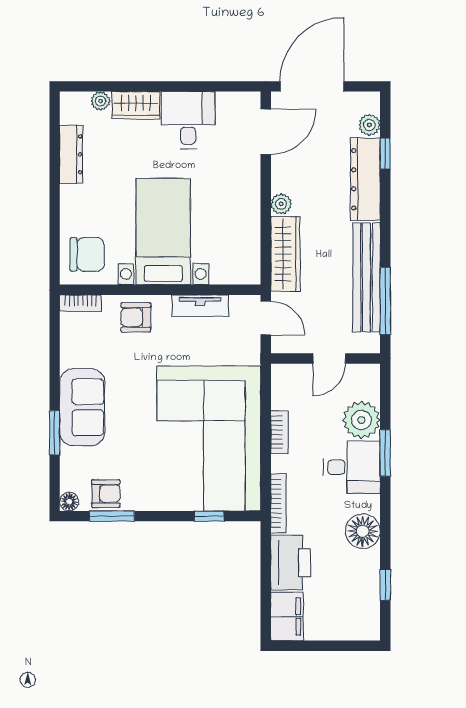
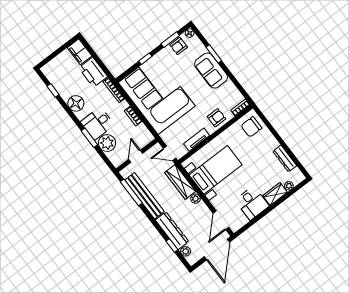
bed with nightstands: (163, 231) -> (216, 170), moved, turned -90
window: (209, 516) -> (145, 59), moved

